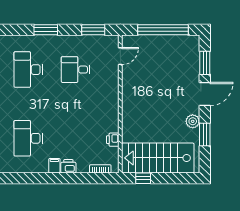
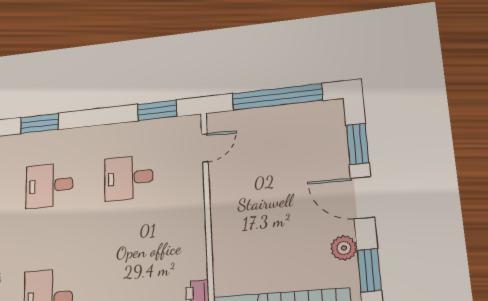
window: (46, 30) -> (39, 123), moved
desk: (28, 70) -> (49, 186), width x0.73
door: (205, 94) -> (362, 198), swing flipped

